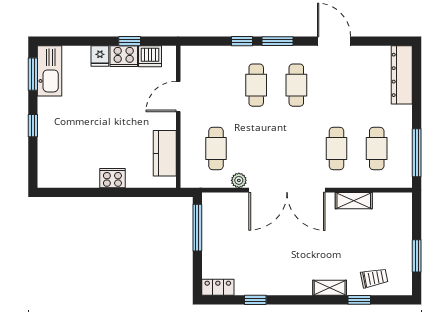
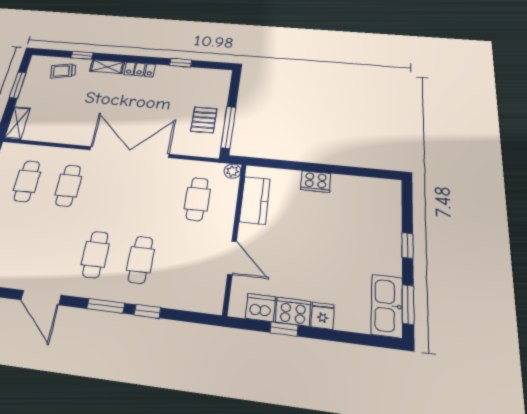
door: (178, 96) -> (232, 258), hinge flipped
plant: (239, 180) -> (232, 171), moved
shelving: (354, 201) -> (18, 123), moved, turned 90
pallet: (222, 233) -> (204, 120), added
locker: (218, 287) -> (140, 70), moved

